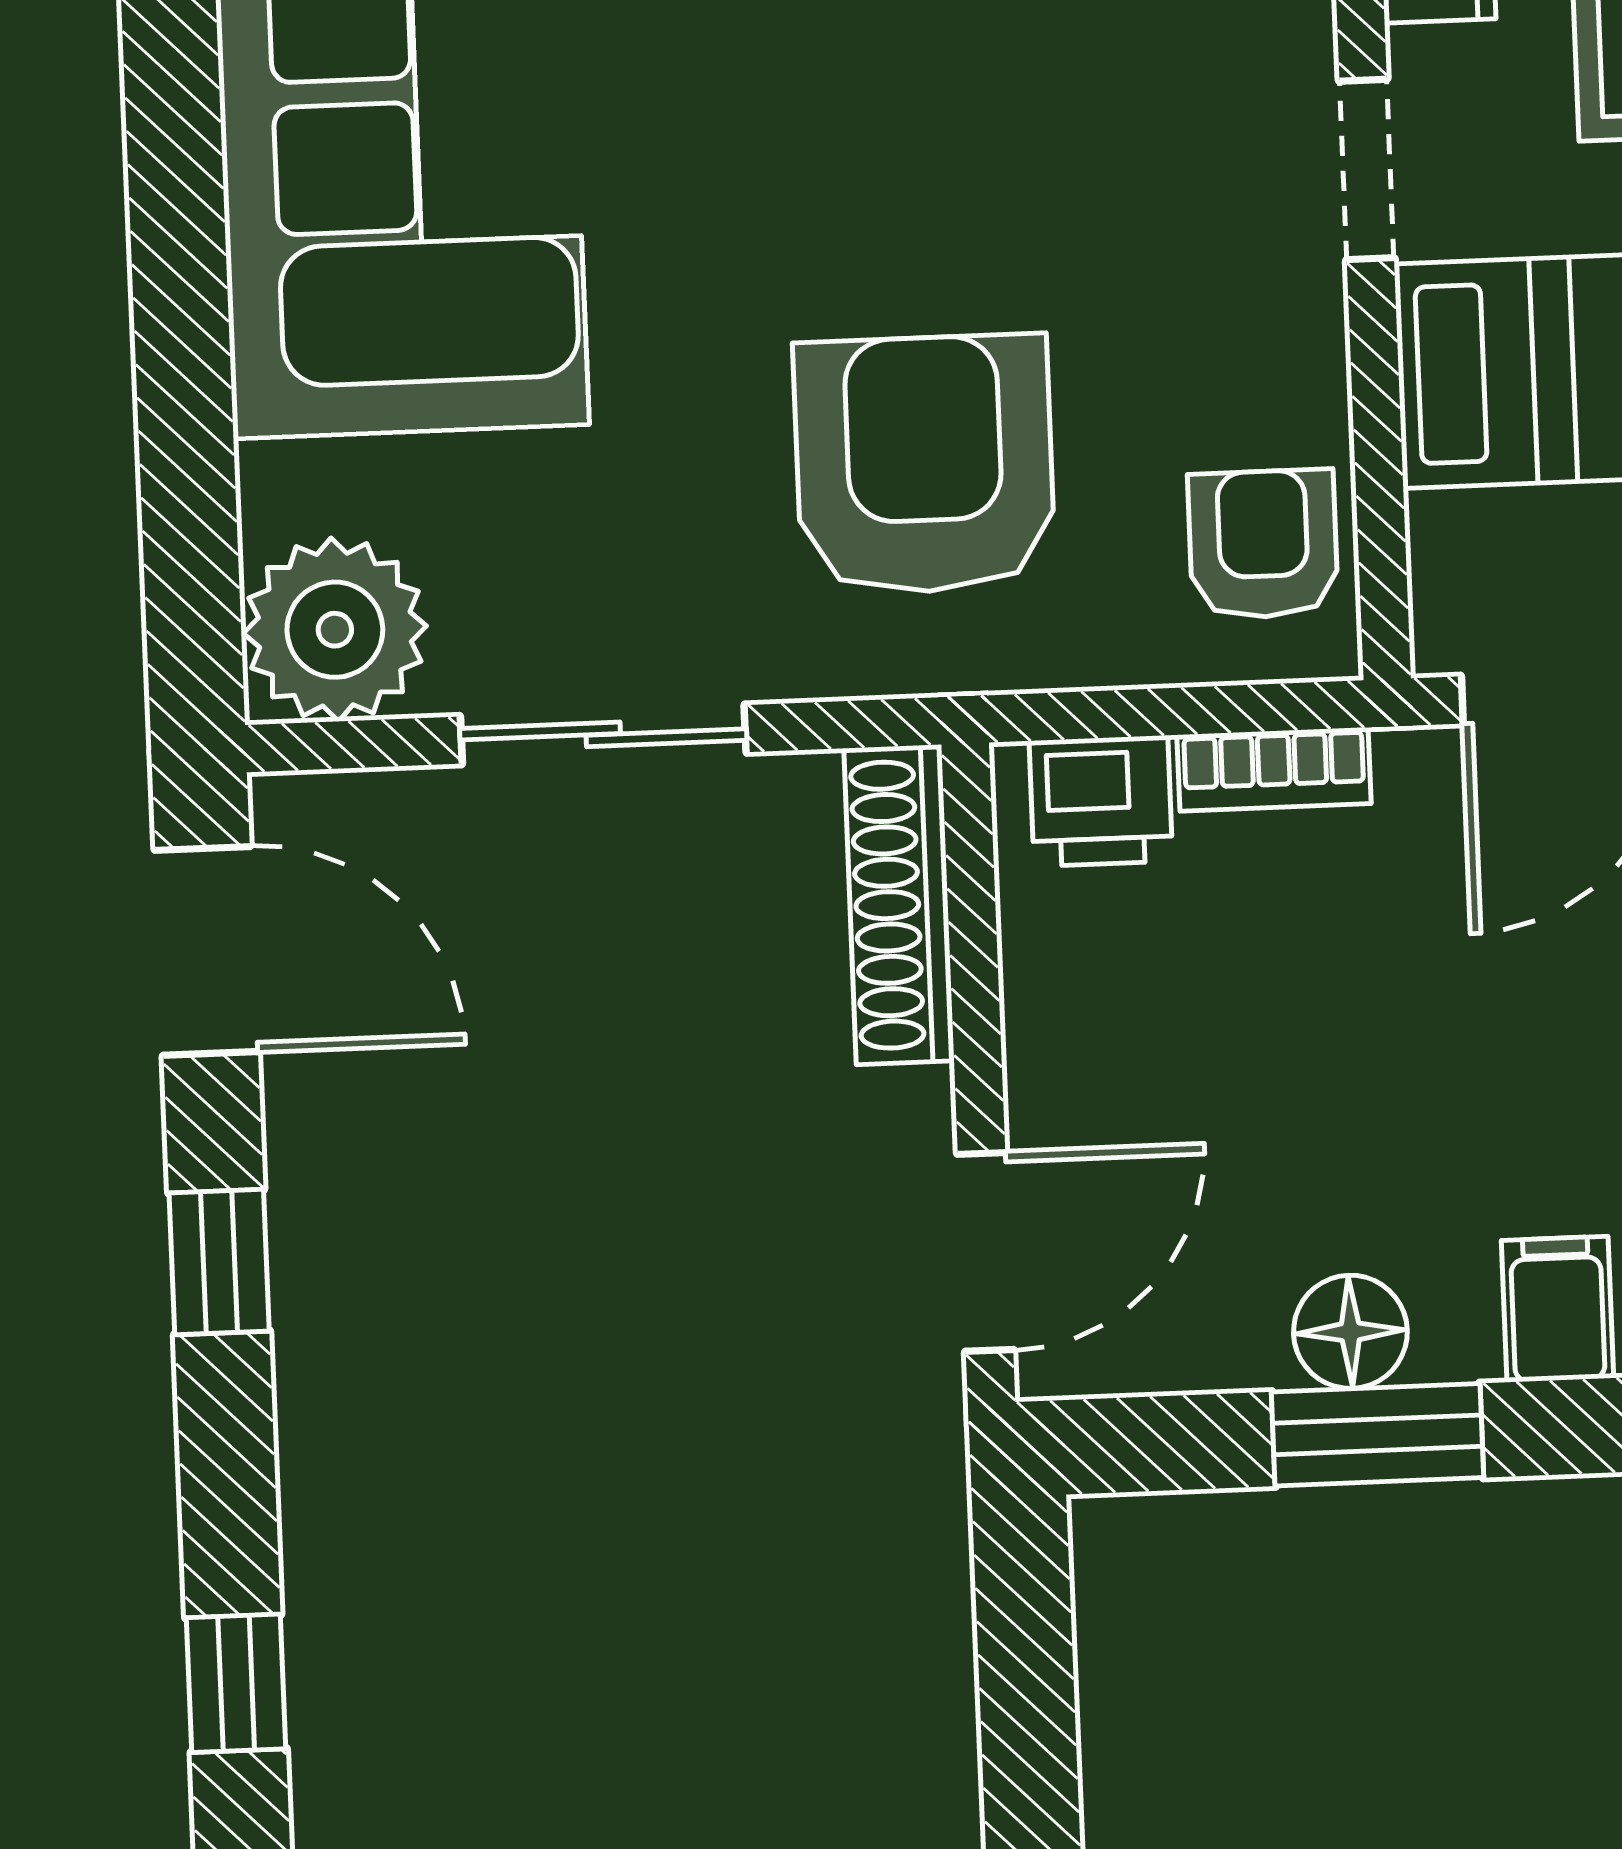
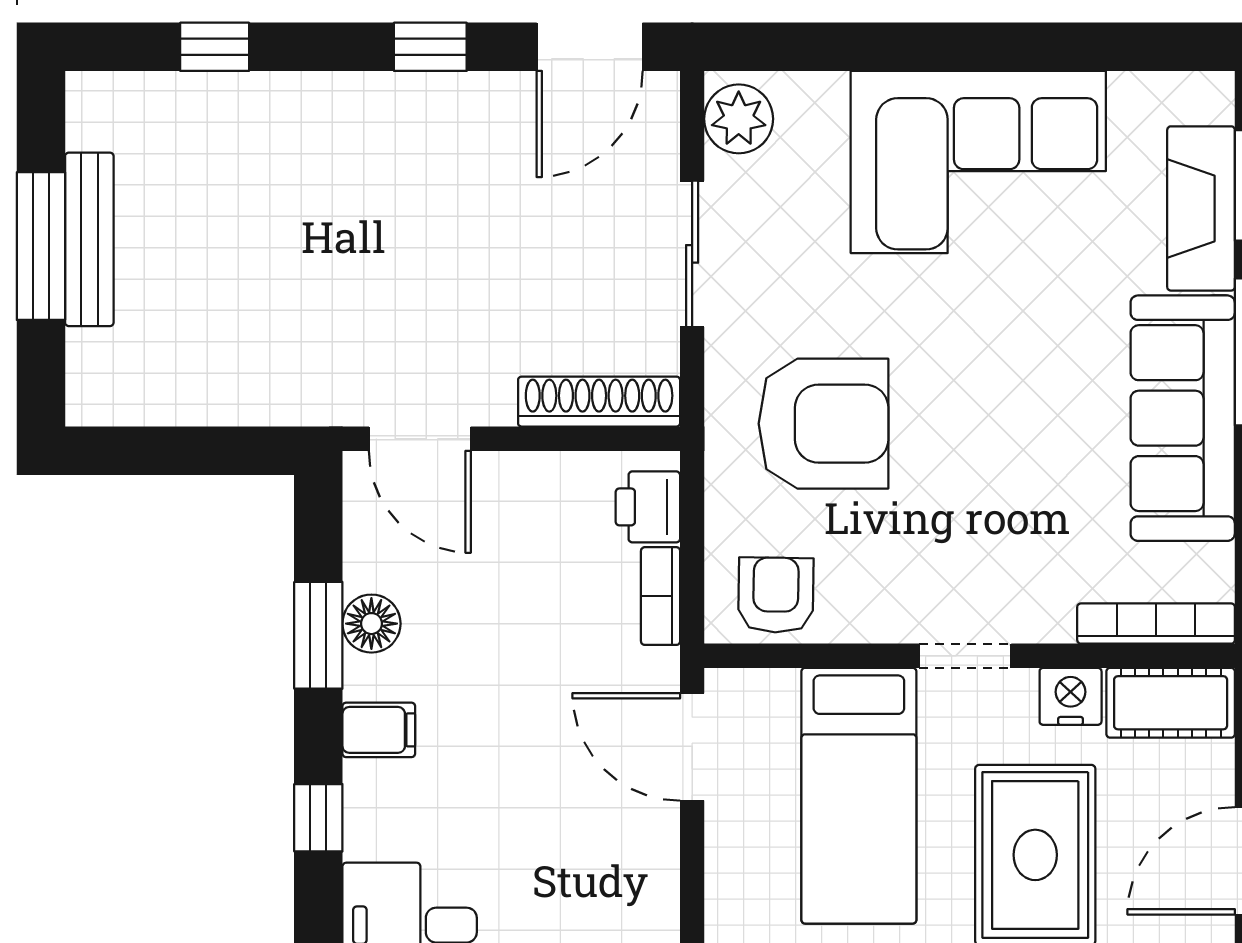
armchair: (1263, 544) -> (776, 595), turned -89
plant: (335, 630) -> (739, 119), width x0.73, depth x0.73

